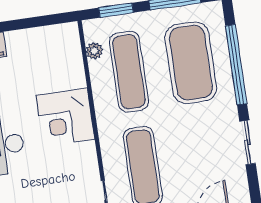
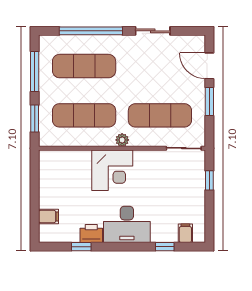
plant: (94, 51) -> (122, 140), moved
exercise mat: (191, 63) -> (84, 66), width x0.68

